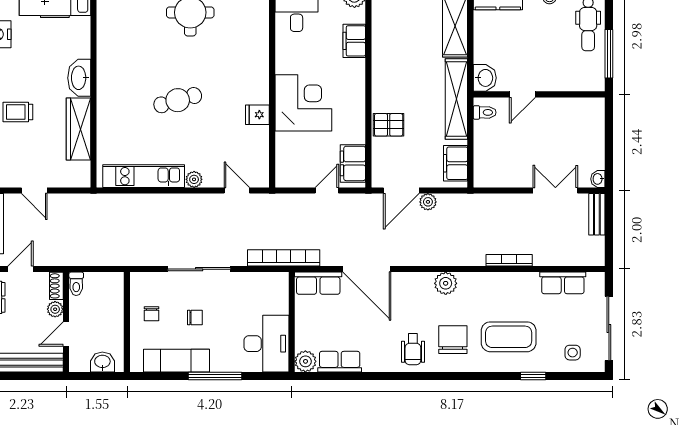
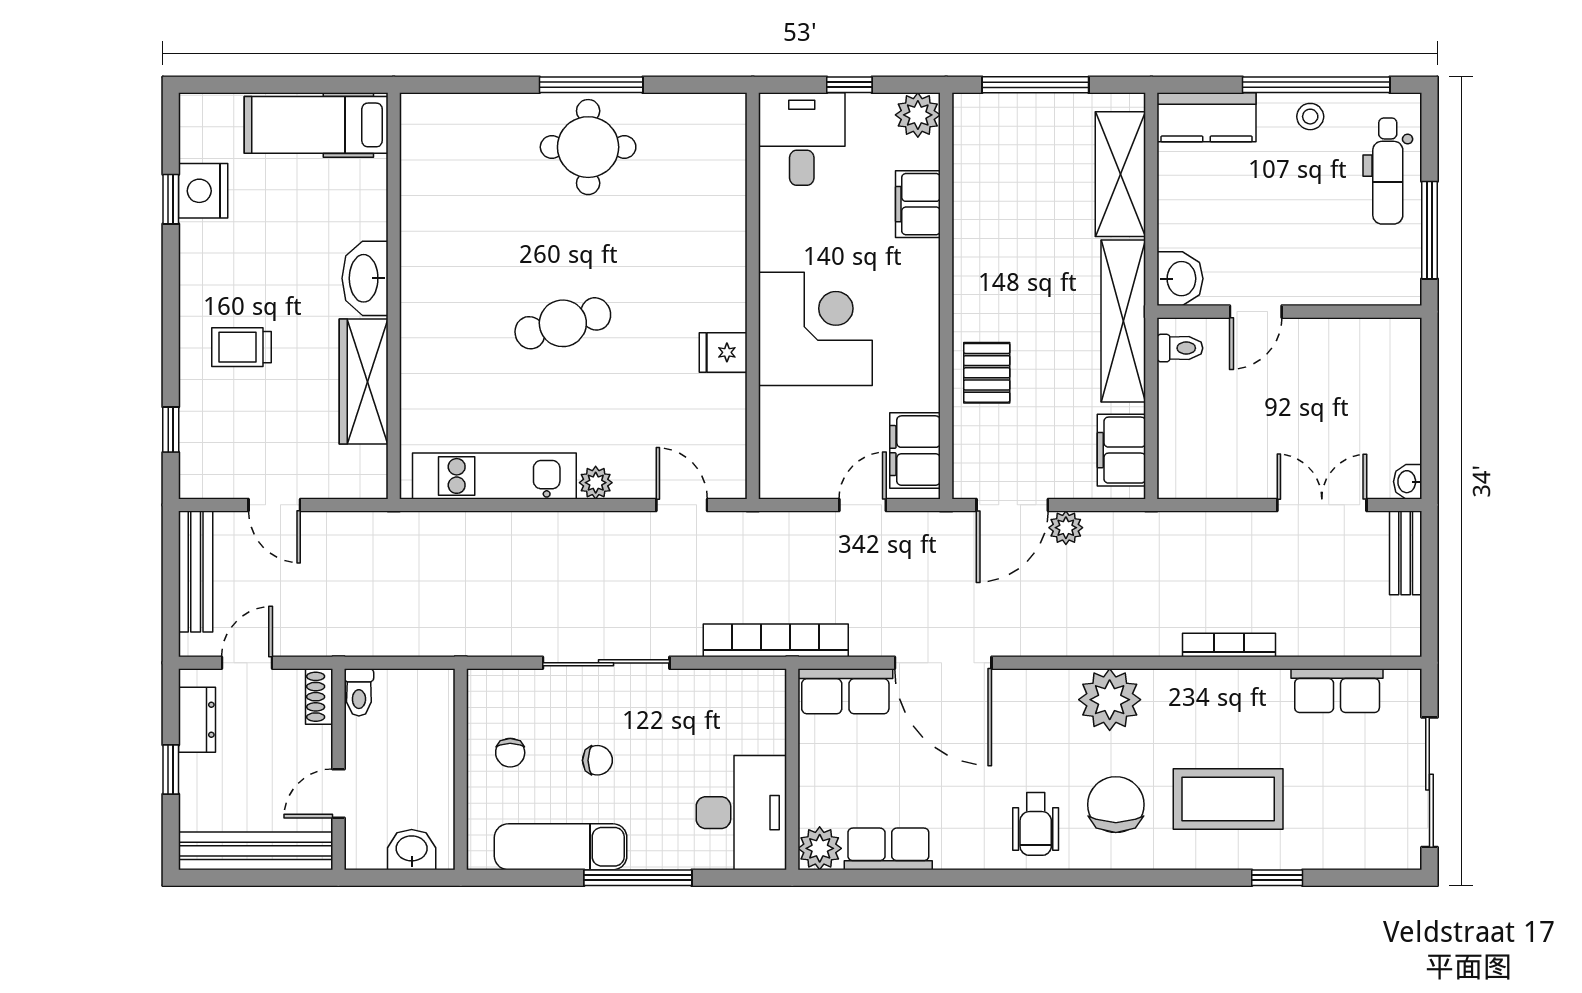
pallet: (389, 125) -> (987, 373), turned 90
plant: (446, 283) -> (1110, 700), width x1.36, depth x1.36
plant: (55, 309) -> (317, 744), removed
side table: (573, 353) -> (1357, 831), removed

